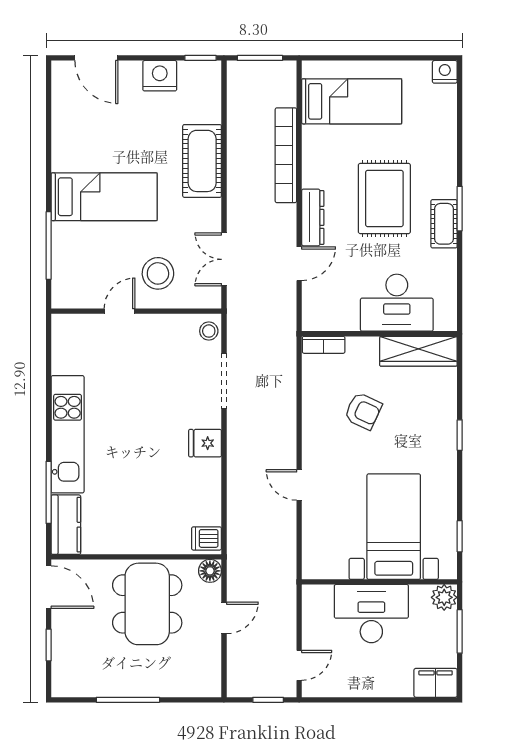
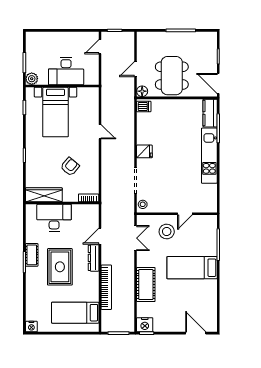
nightstand: (160, 76) -> (145, 325), moved
armchair: (363, 411) -> (70, 167), turned 105
filing cabinet: (436, 683) -> (36, 38), removed

